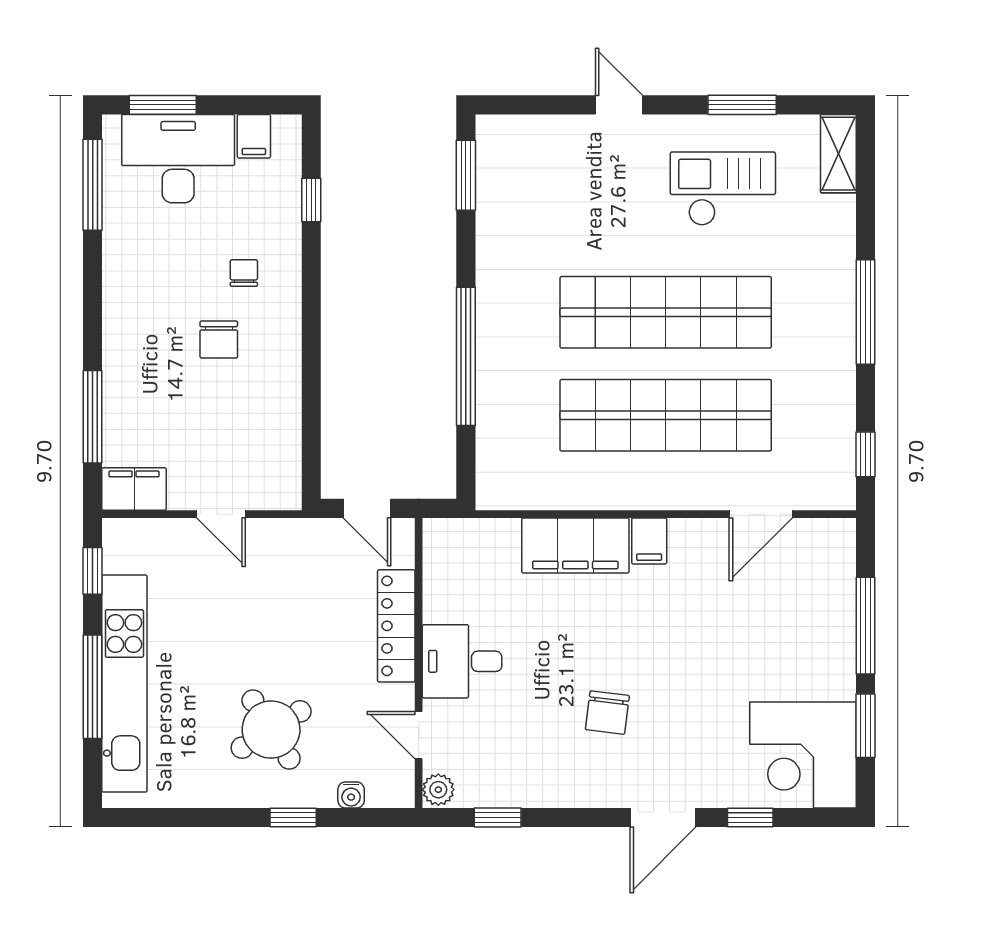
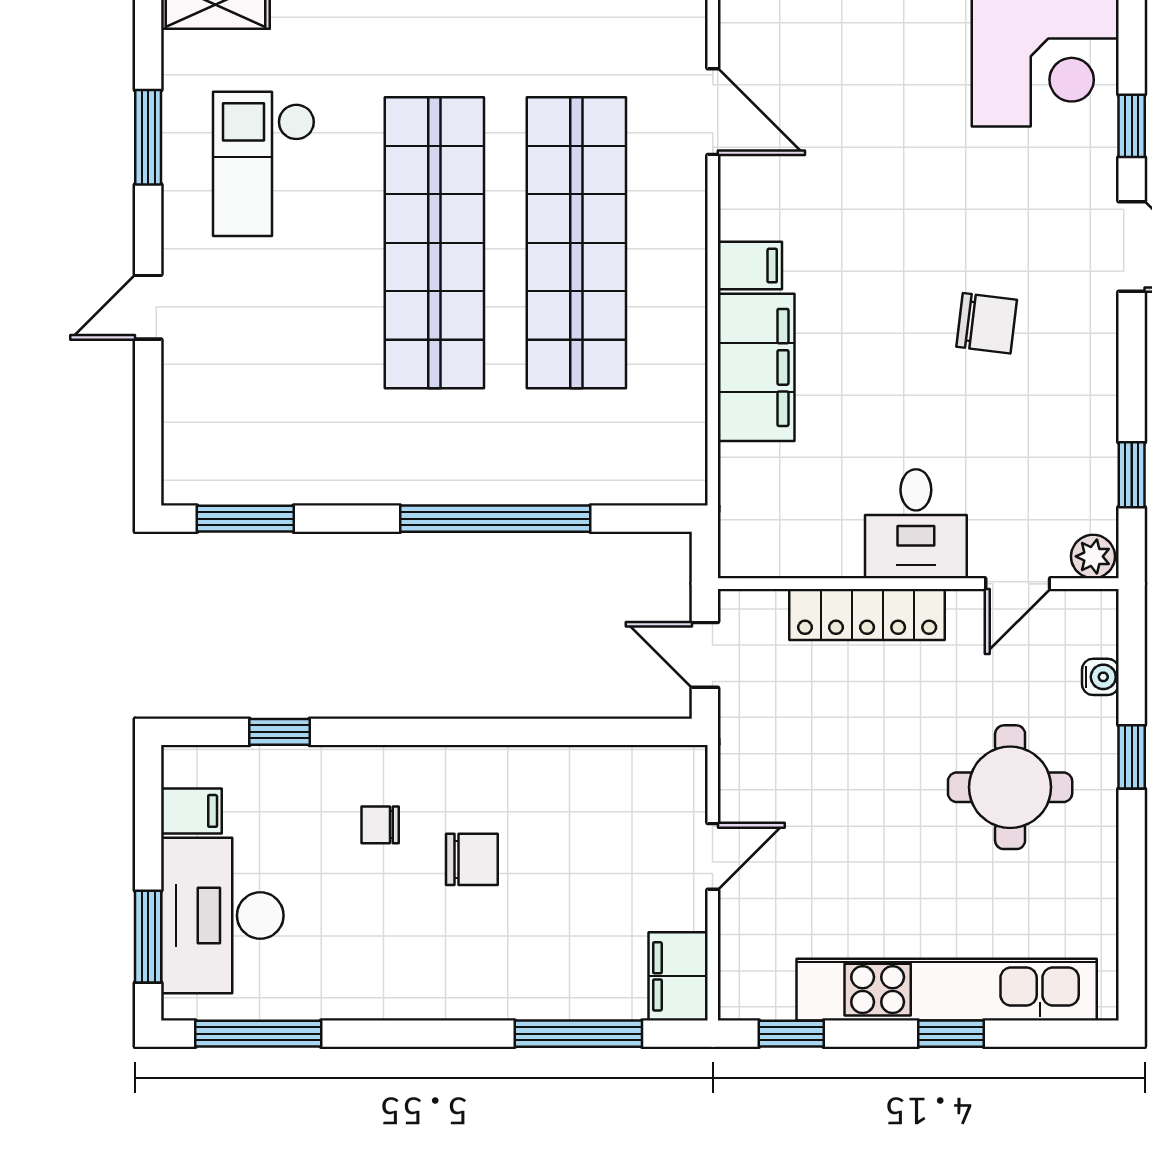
door: (367, 508) -> (705, 655), swing flipped
window: (93, 687) -> (951, 1034), width x0.46
round table: (271, 730) -> (1010, 787), turned 32

